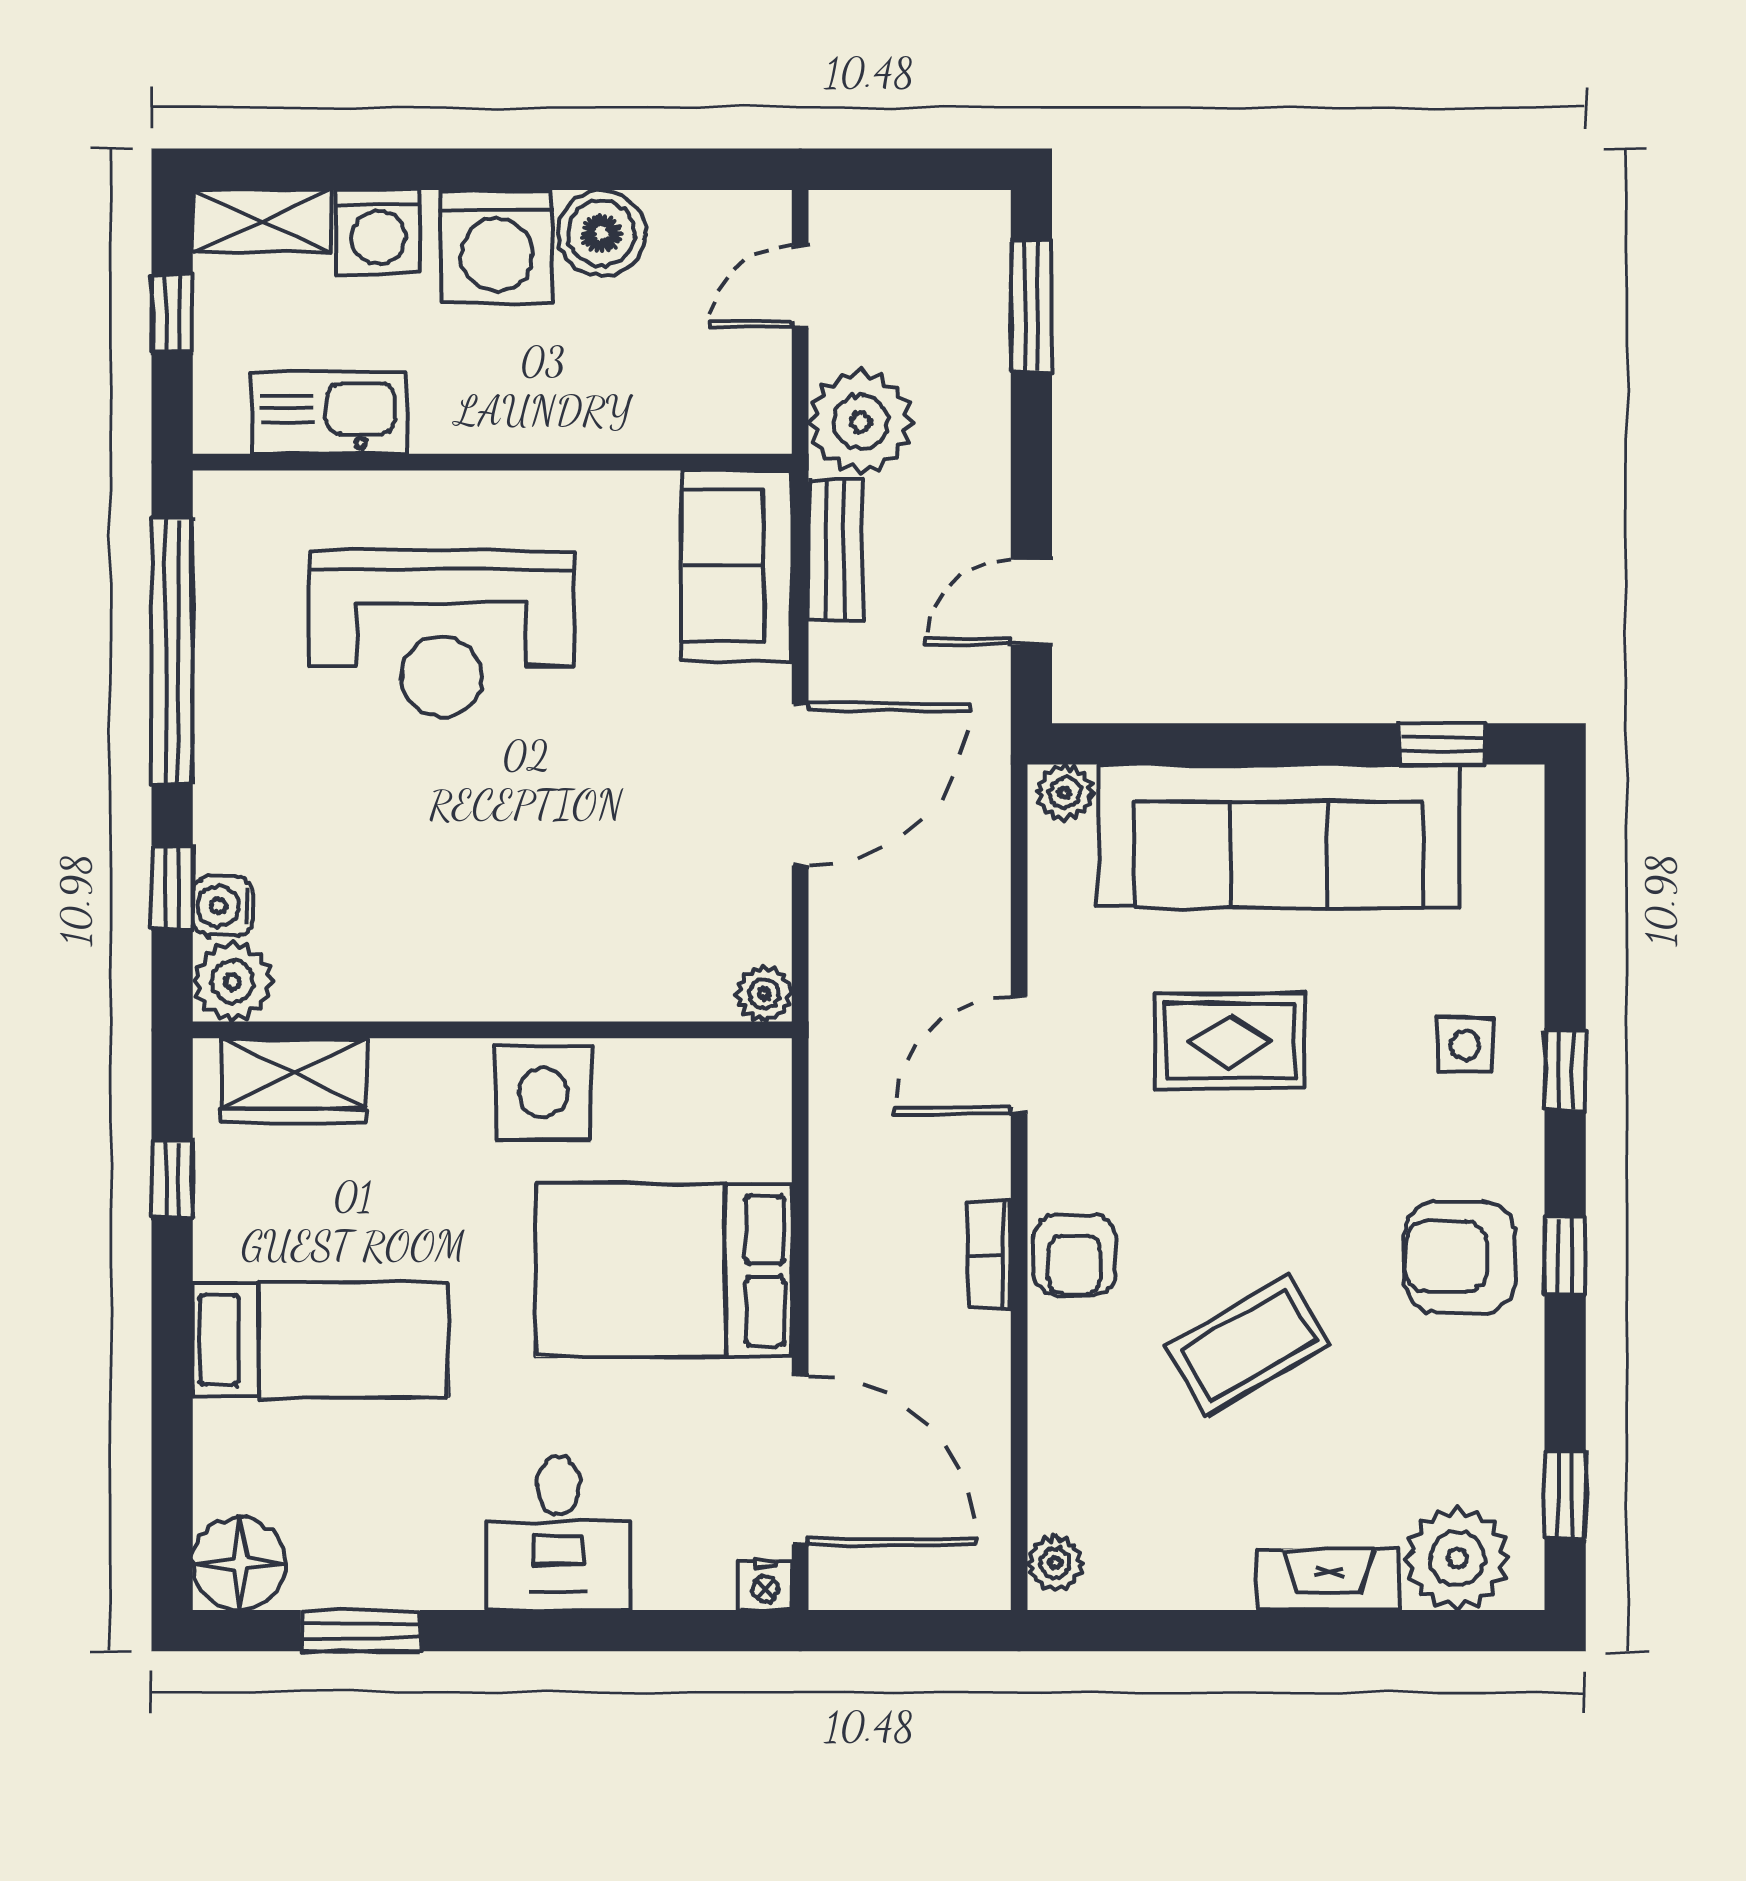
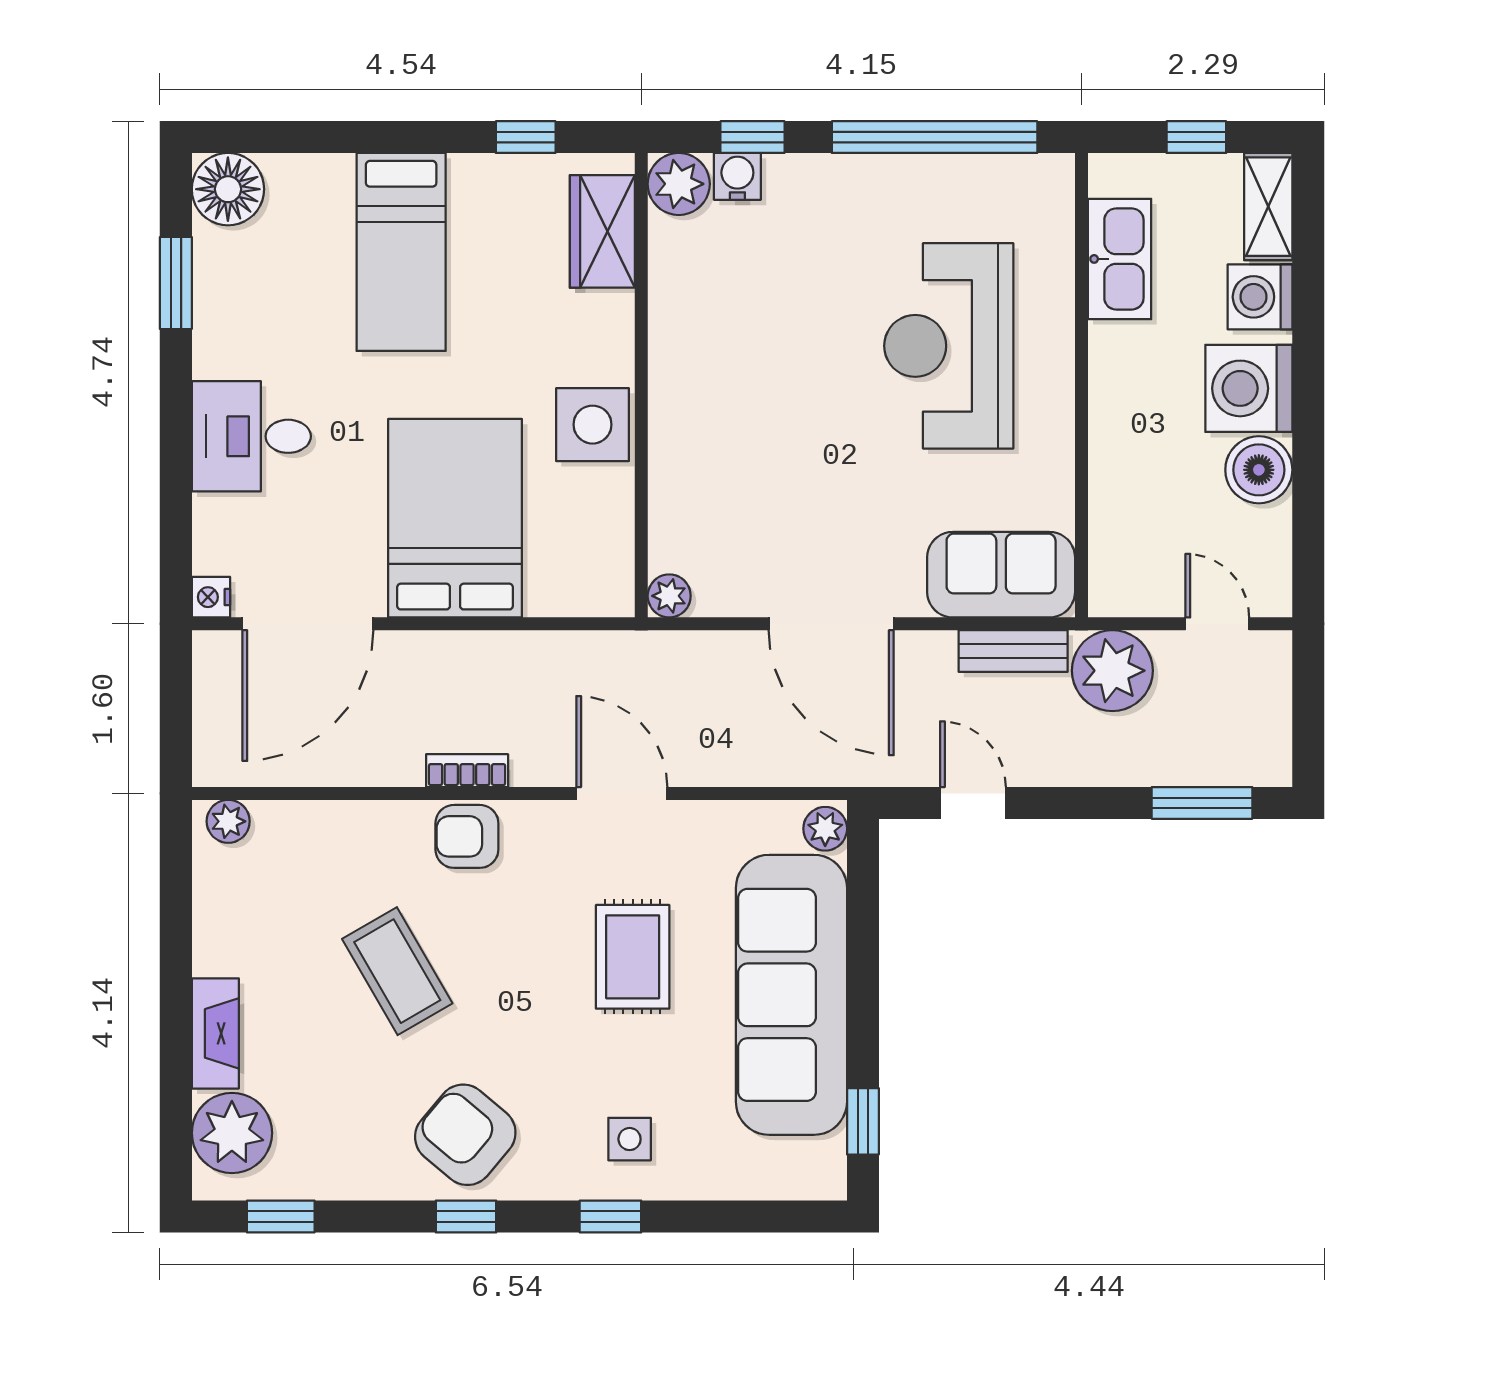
armchair: (1460, 1257) -> (465, 1135), turned -50

